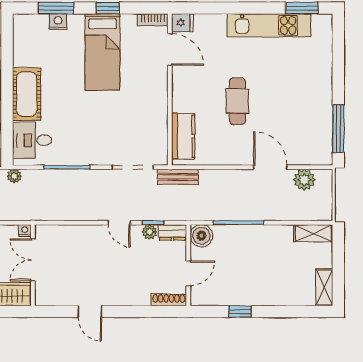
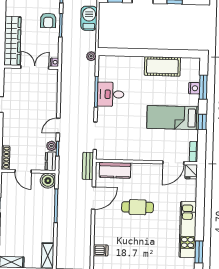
cot: (27, 94) -> (162, 66), moved
desk: (32, 140) -> (111, 94), moved, turned -90
dishwasher: (303, 155) -> (101, 250), added
door: (270, 167) -> (93, 198), moved
plant: (304, 180) -> (84, 251), removed

